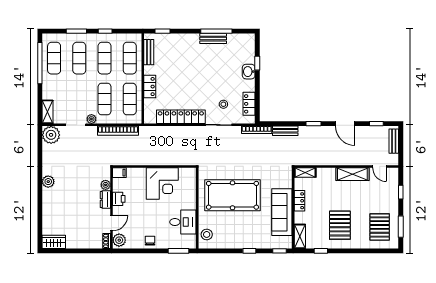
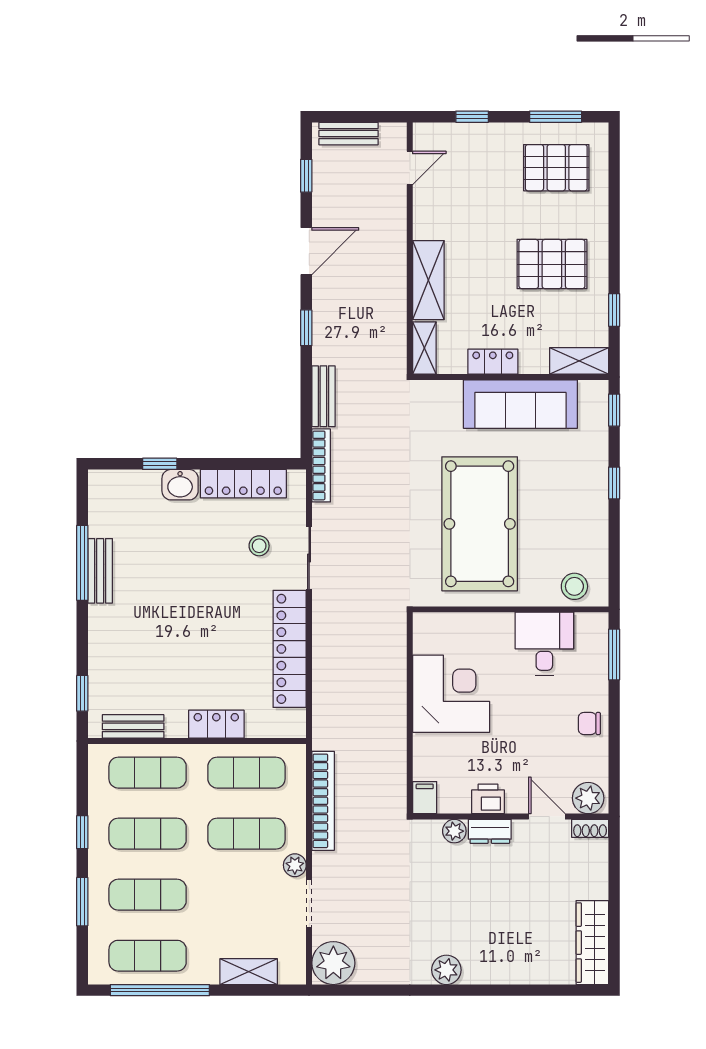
locker: (249, 104) -> (243, 484), width x1.53
shelving: (47, 112) -> (249, 972), moved
shelving: (352, 174) -> (428, 280), moved
wardrobe: (54, 242) -> (592, 943), width x1.50

